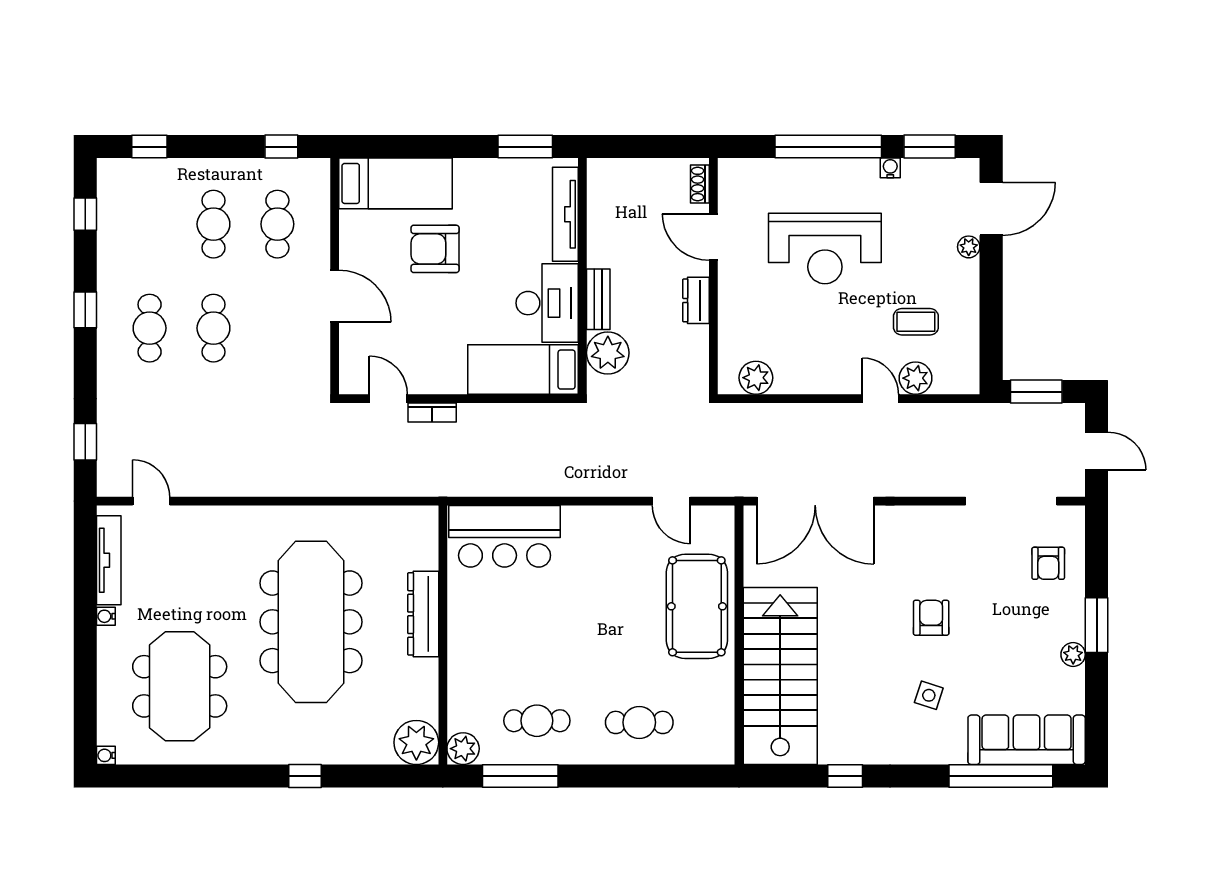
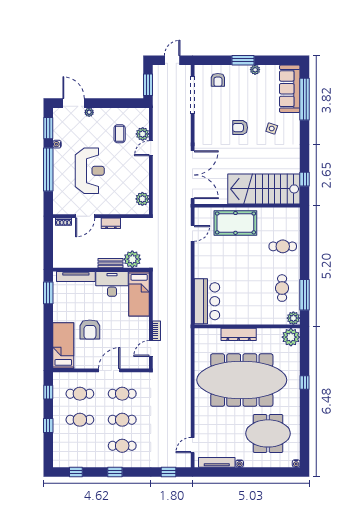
window: (149, 147) -> (48, 426), moved
cafe table: (277, 328) -> (122, 394), added
armchair: (1048, 563) -> (218, 80), turned 90
meeting table: (311, 622) -> (242, 380), width x1.36, depth x1.27
cafe table: (639, 722) -> (283, 246), turned 90
window: (845, 776) -> (305, 179), moved

